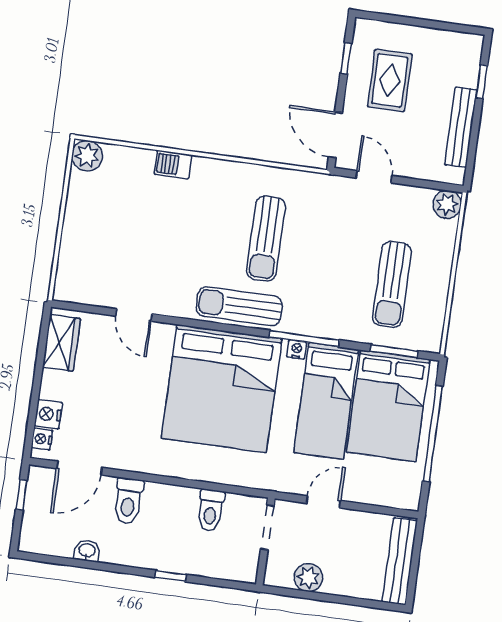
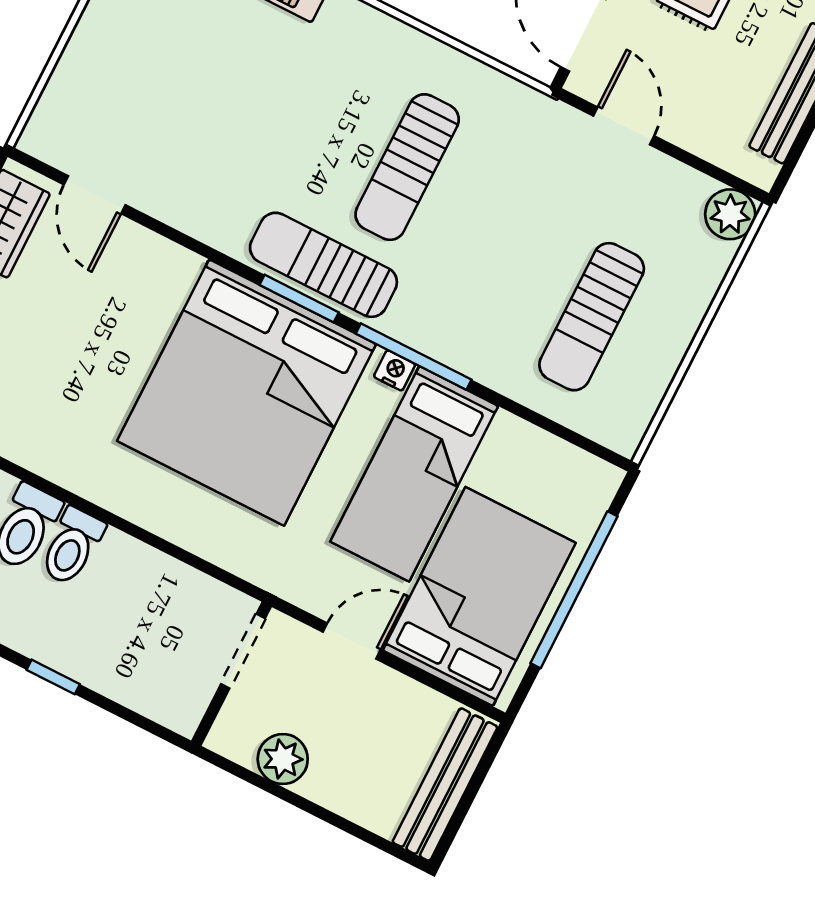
door: (134, 315) -> (95, 195), moved
window: (394, 351) -> (299, 299), moved
bed: (388, 406) -> (479, 597), moved, turned 180
toilet: (211, 510) -> (72, 546), moved

